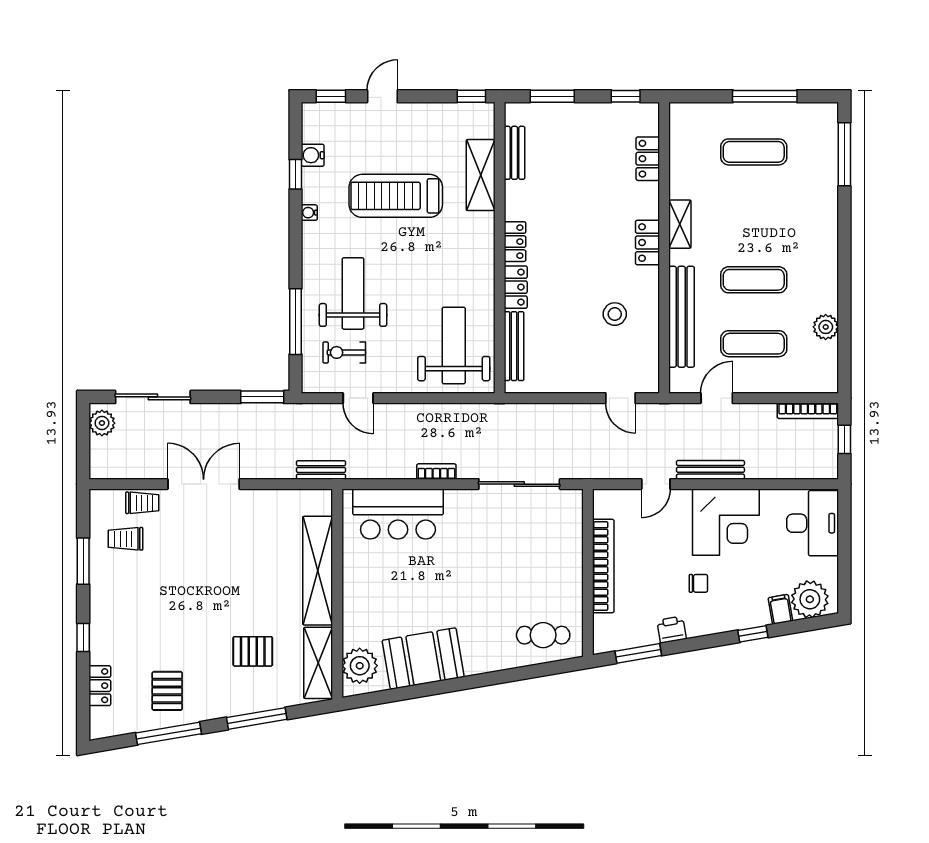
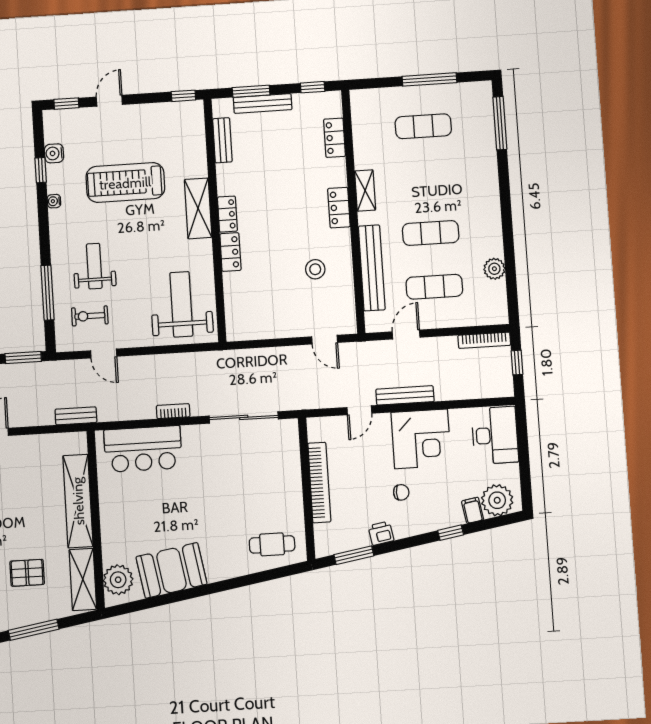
shelving: (481, 175) -> (198, 208), moved
weight bench: (353, 293) -> (94, 266), width x0.73, depth x0.75
bench: (514, 346) -> (263, 104), moved, turned 90

